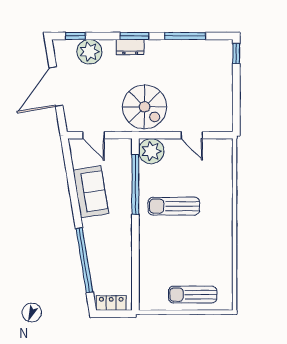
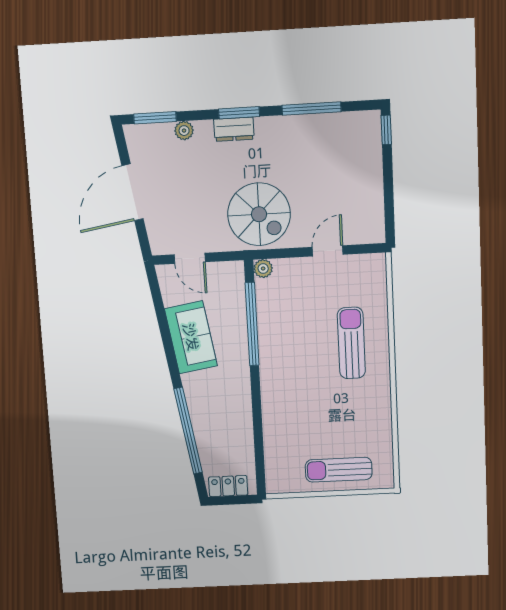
window: (75, 36) -> (155, 118), width x1.50
plant: (89, 52) -> (184, 131), width x0.53, depth x0.53
door: (192, 135) -> (328, 251), swing flipped
plant: (151, 151) -> (263, 269), width x0.53, depth x0.53
sun lounger: (174, 206) -> (351, 343), moved, turned 90

